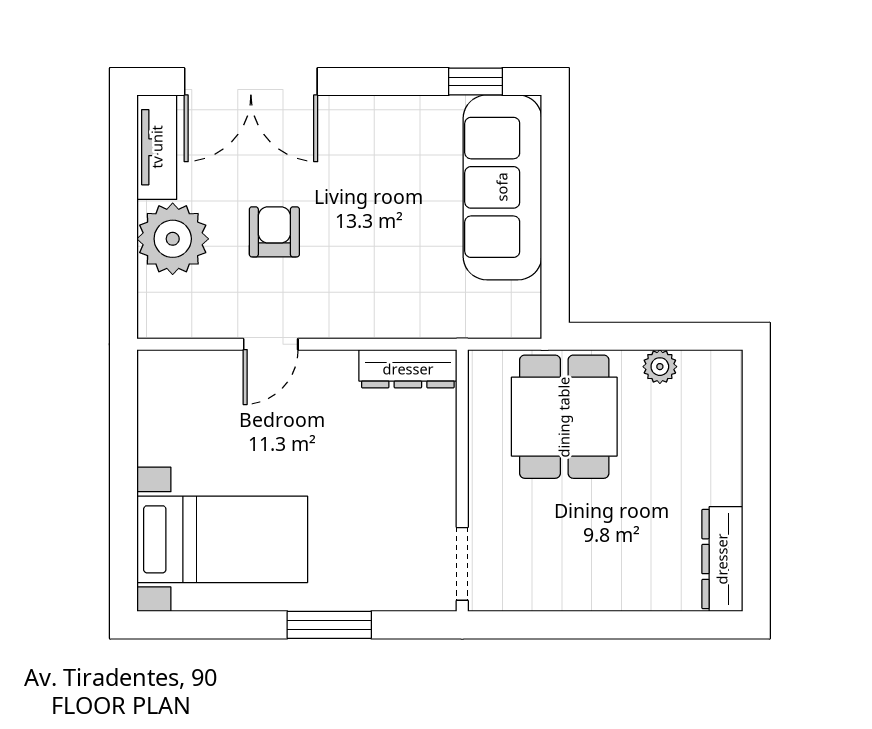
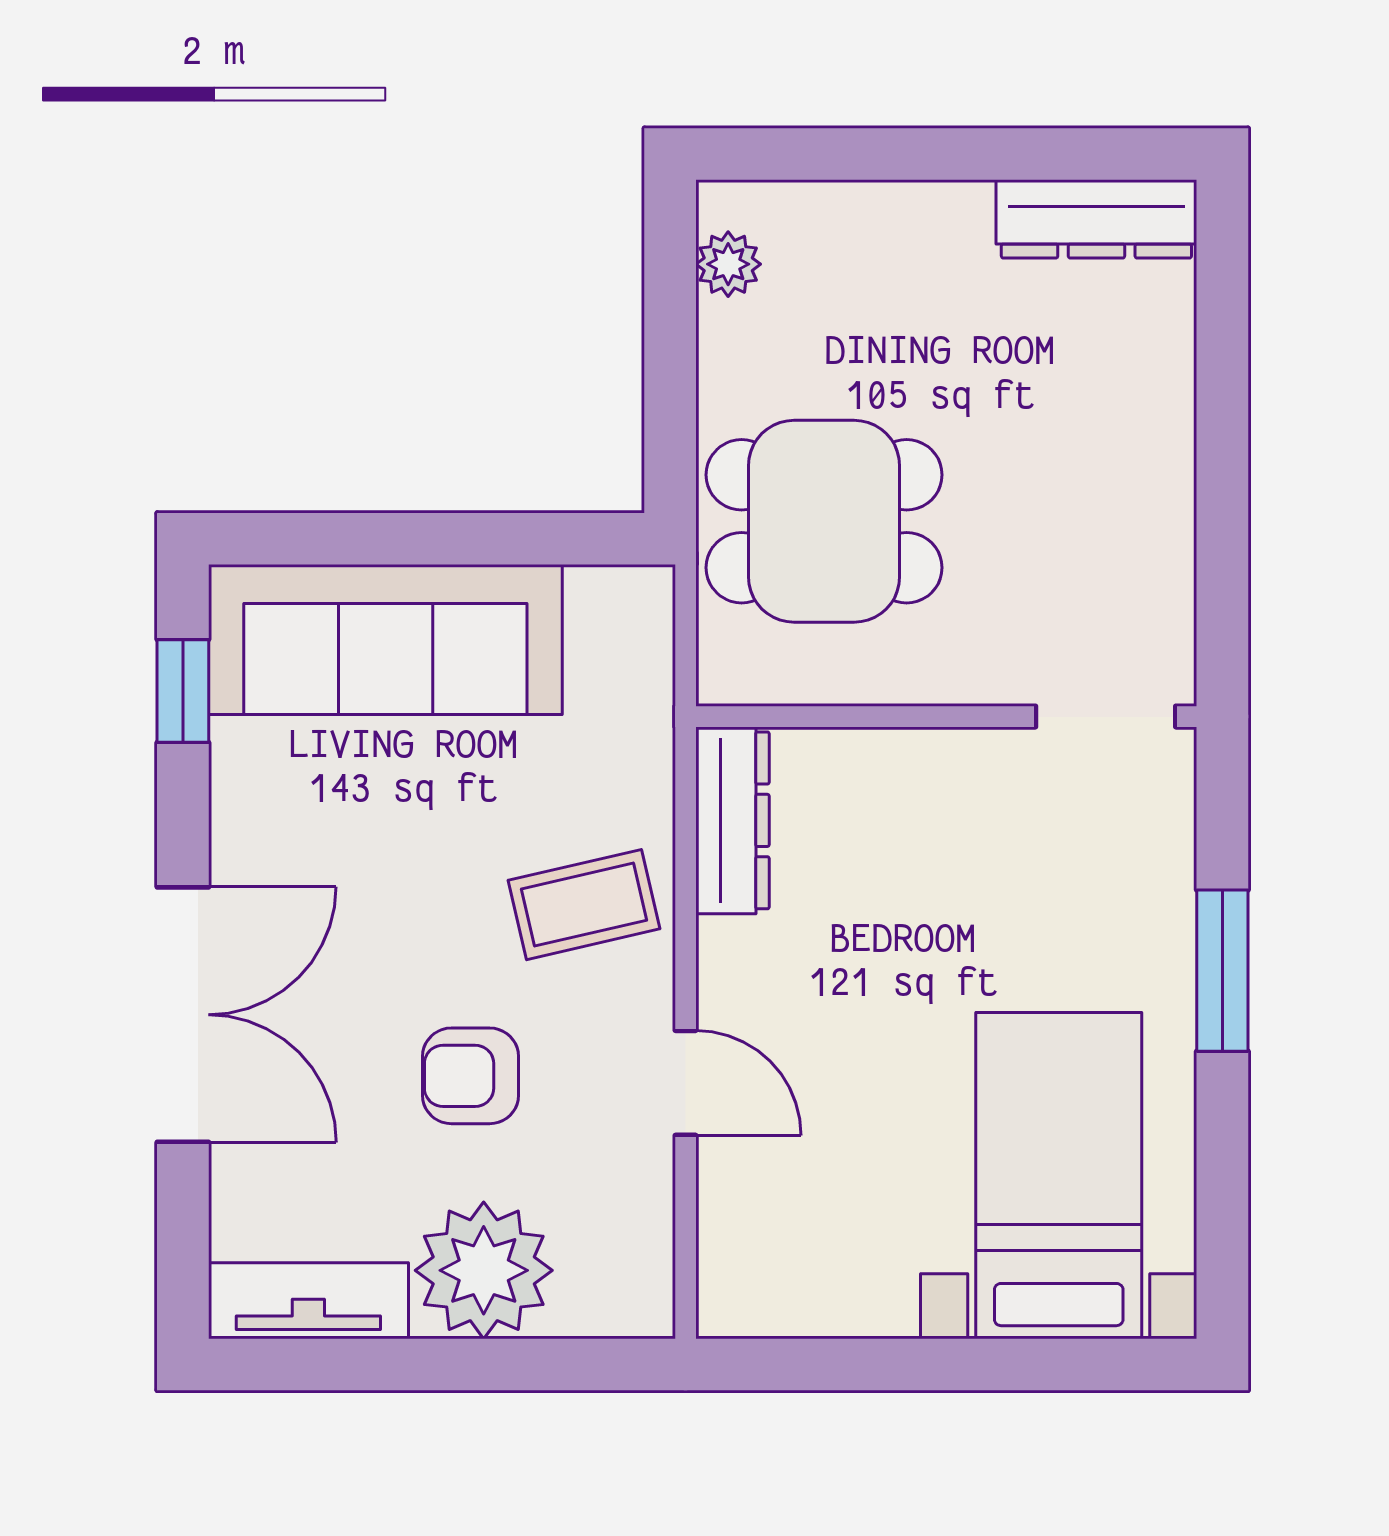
double door: (251, 82) -> (183, 1015), moved
coffee table: (364, 291) -> (584, 905), added
plant: (660, 367) -> (728, 264), moved

